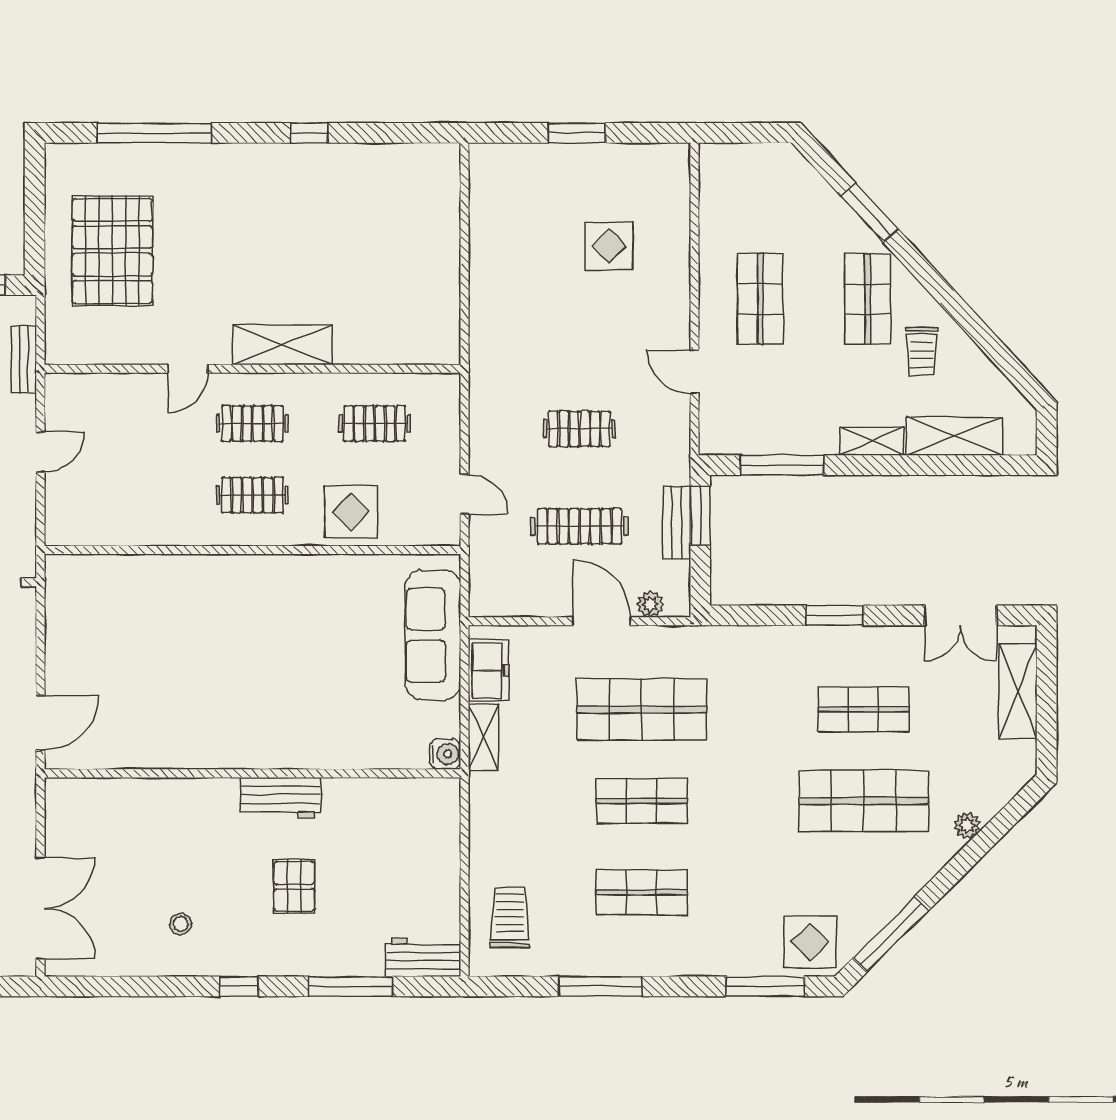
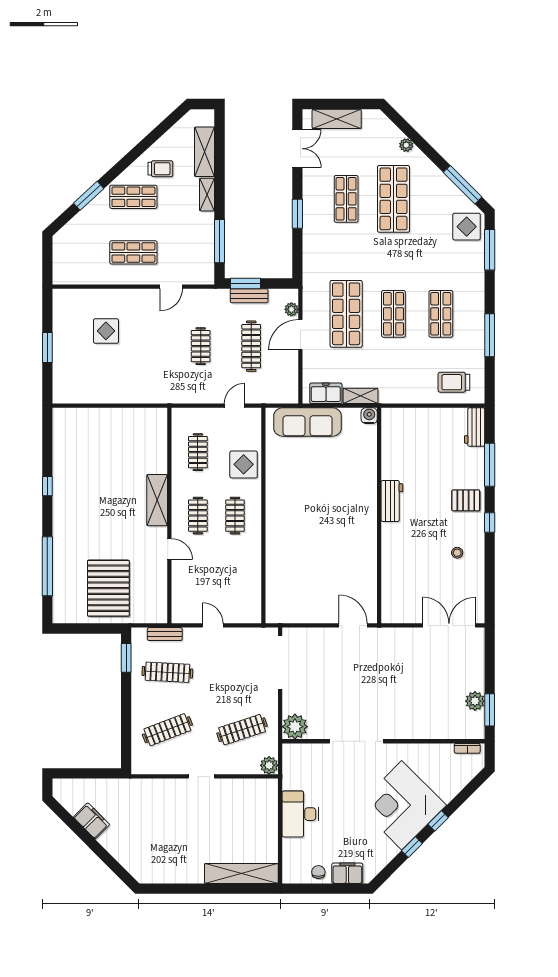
pallet: (112, 251) -> (108, 588), turned 90
pallet: (294, 886) -> (466, 500), moved

